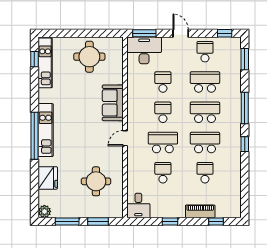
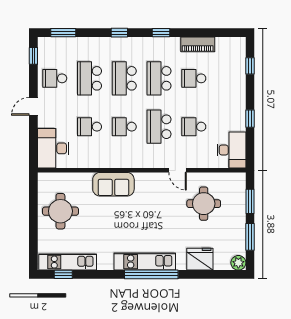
window: (144, 33) -> (33, 148), removed
window: (245, 108) -> (119, 33), width x0.46
door: (125, 138) -> (178, 170), moved
desk: (138, 205) -> (231, 150), width x1.37
piano: (200, 211) -> (198, 44), moved, turned -90

